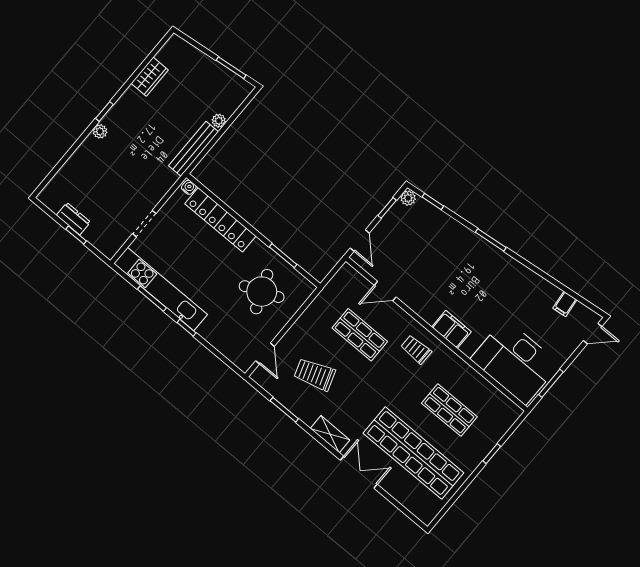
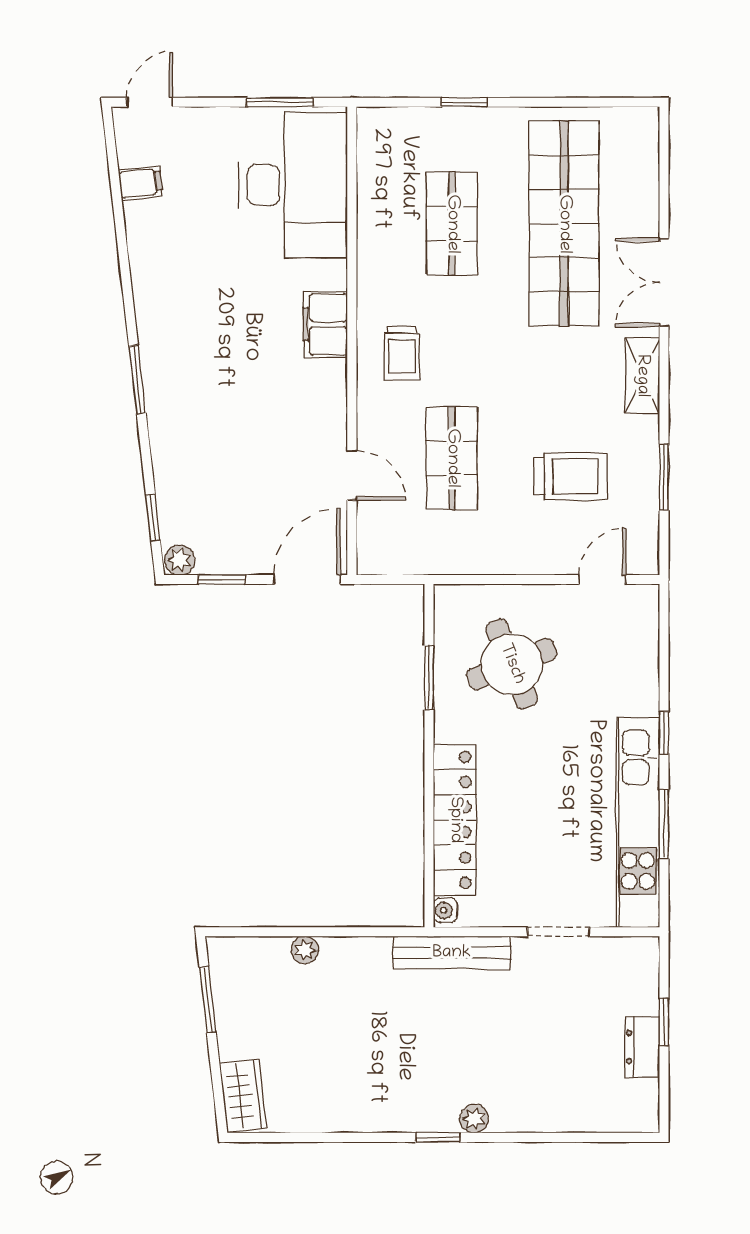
wardrobe: (150, 77) -> (243, 1096), moved, turned 84
bench: (194, 149) -> (452, 953), moved
door: (360, 240) -> (307, 579), width x1.38
door: (593, 333) -> (150, 102), hinge flipped
trolley: (315, 374) -> (571, 476), turned -71

